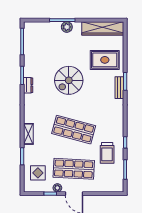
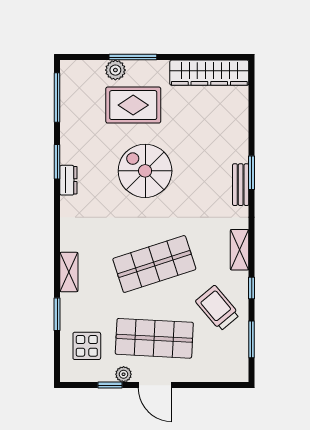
plant: (67, 27) -> (115, 70), moved
rug: (105, 60) -> (133, 105), moved
spiral stairs: (69, 80) -> (145, 171), turned 90
shelving: (119, 122) -> (240, 250), added
shop shelf: (74, 130) -> (154, 264), turned -33
trolley: (107, 153) -> (218, 308), turned 140

